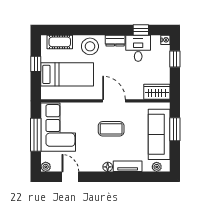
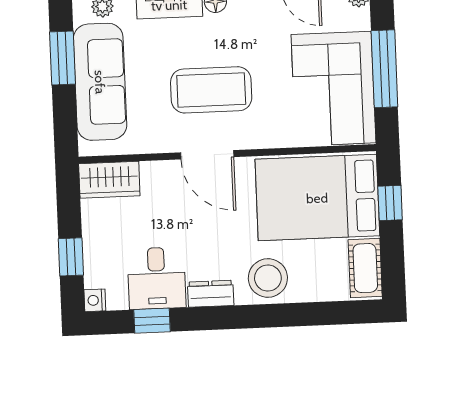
cot: (60, 42) -> (365, 268), moved, turned 90
window: (36, 64) -> (390, 203), moved
bed: (67, 74) -> (317, 198), width x1.50
coffee table: (111, 129) -> (211, 90), width x1.36, depth x1.32
window: (175, 129) -> (63, 58), moved

